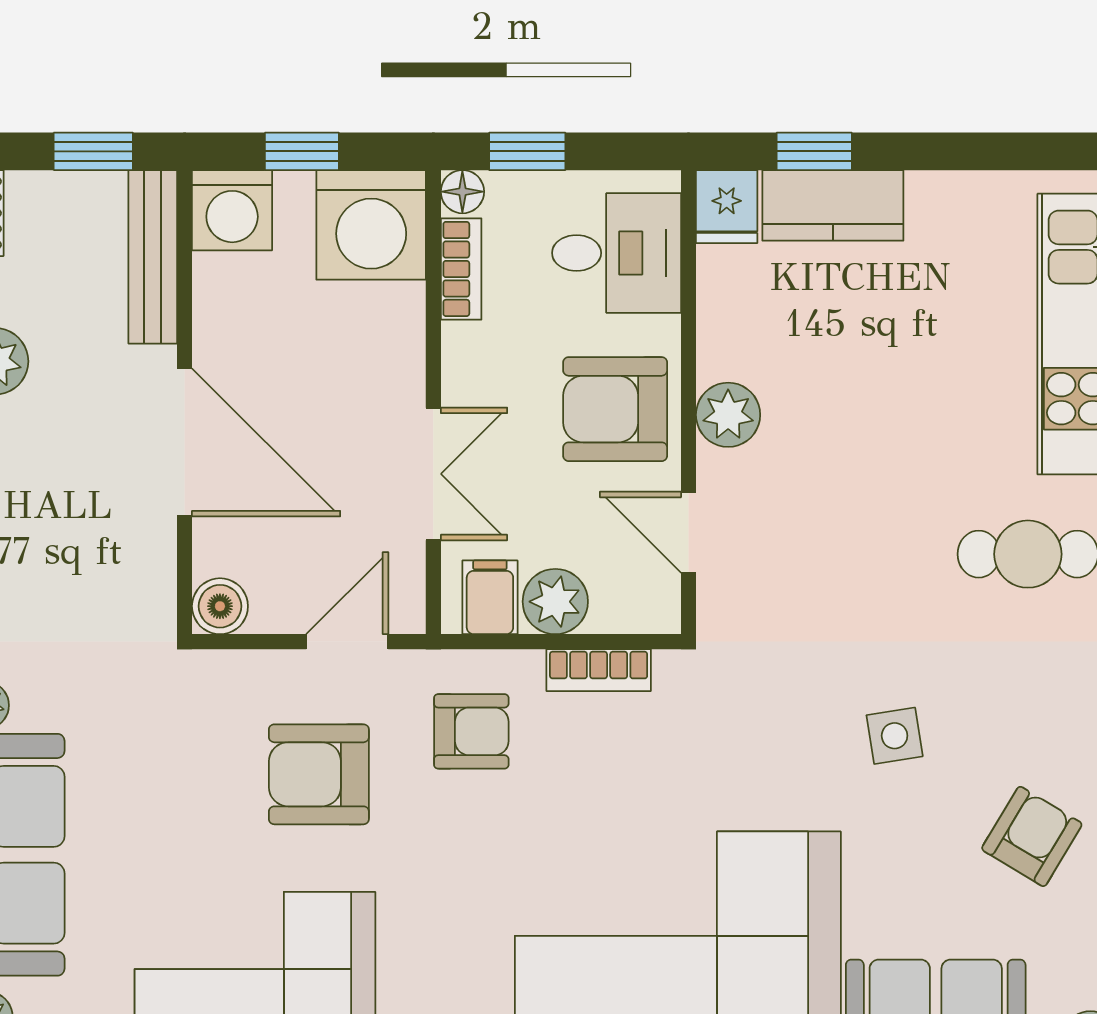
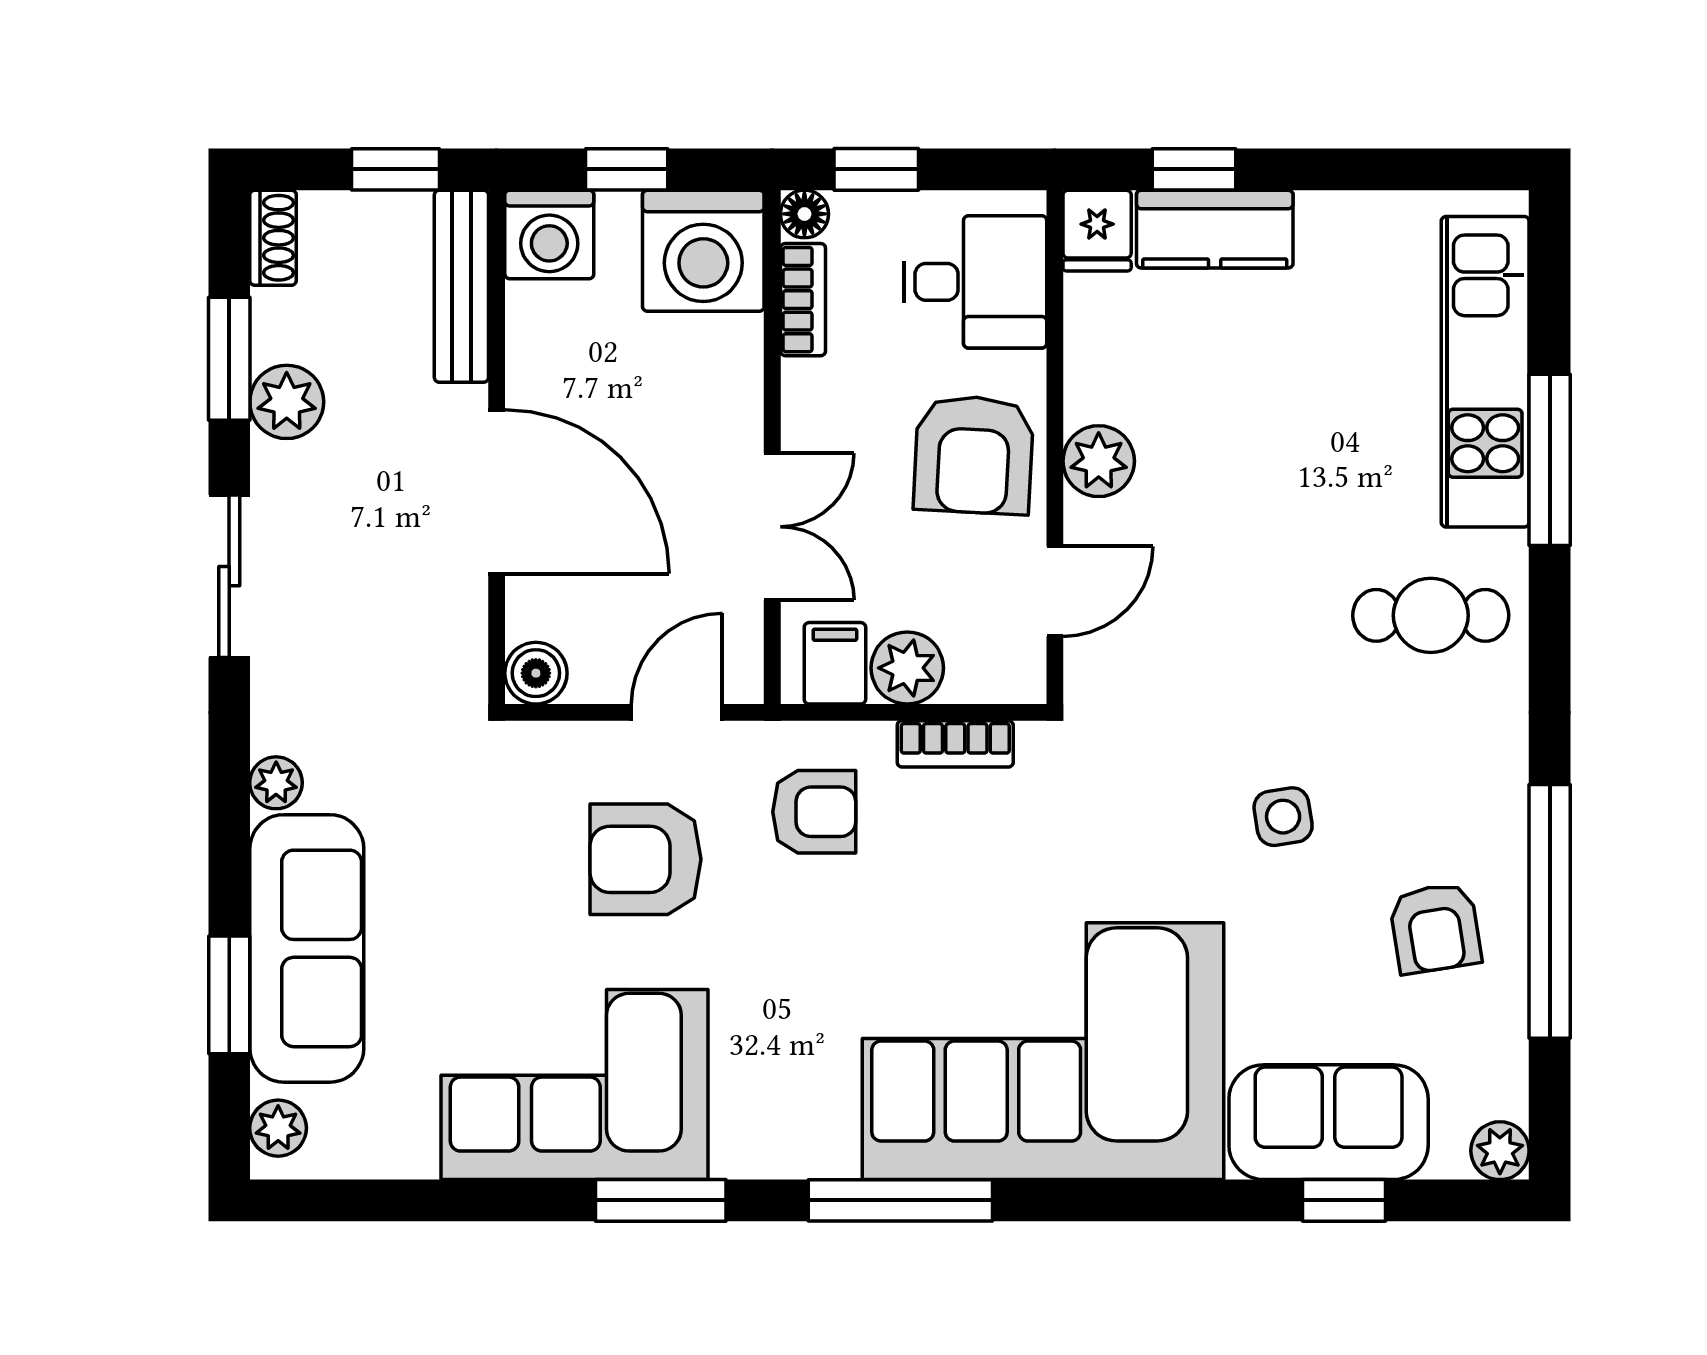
armchair: (615, 409) -> (974, 455), turned -87
door: (689, 532) -> (1055, 591), swing flipped
armchair: (1032, 836) -> (1435, 928), turned 140

